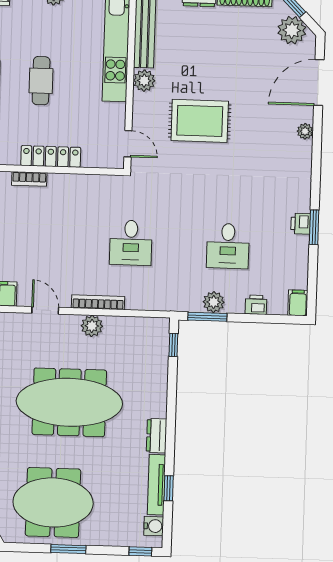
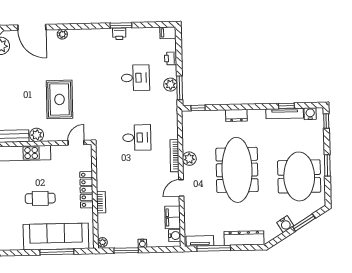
dresser: (157, 436) -> (236, 115), moved

